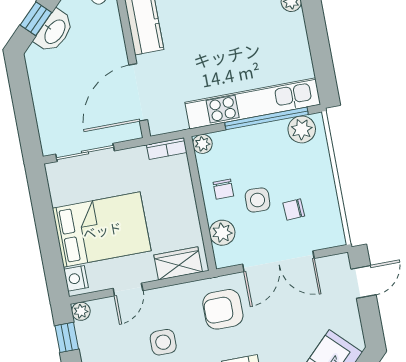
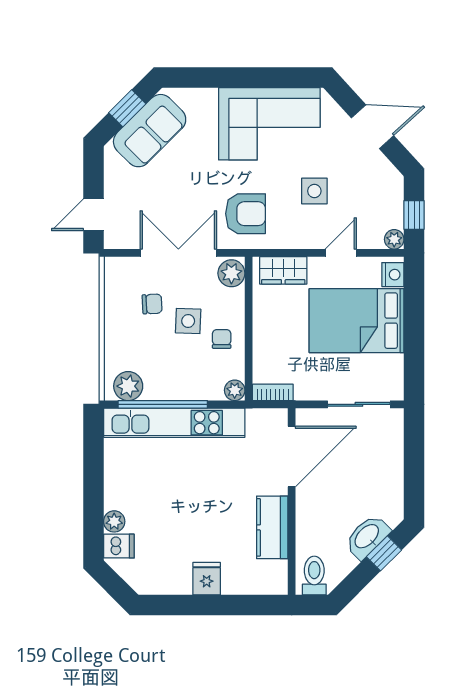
plant: (222, 233) -> (231, 273), moved

